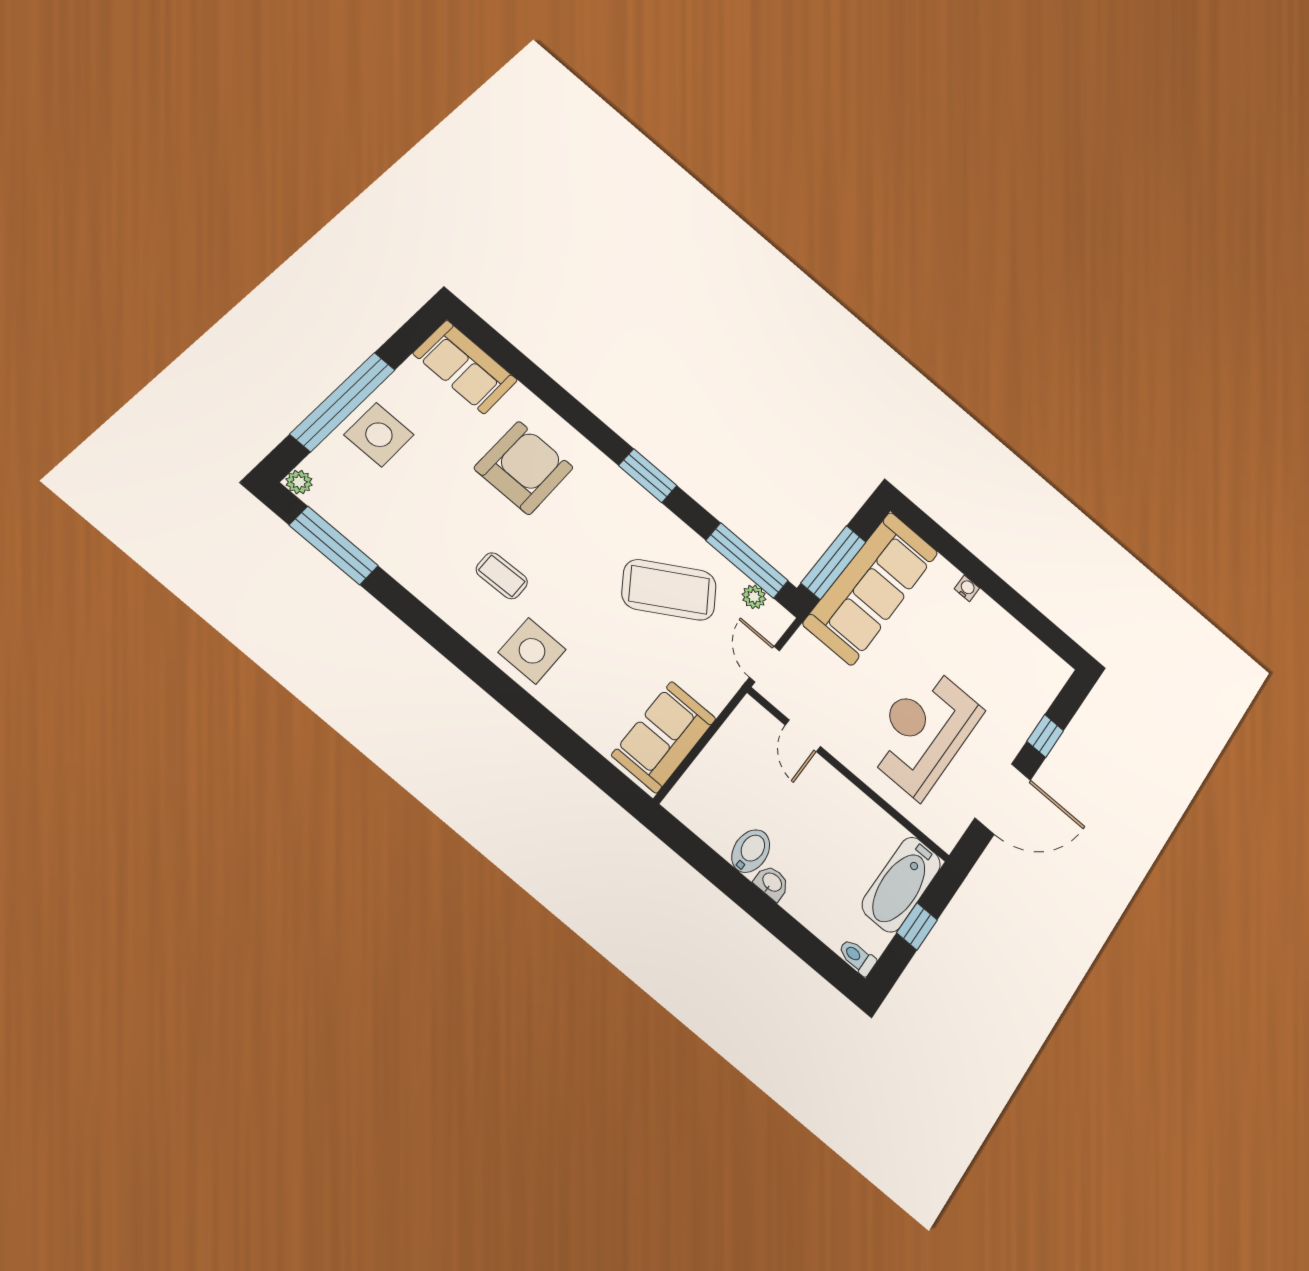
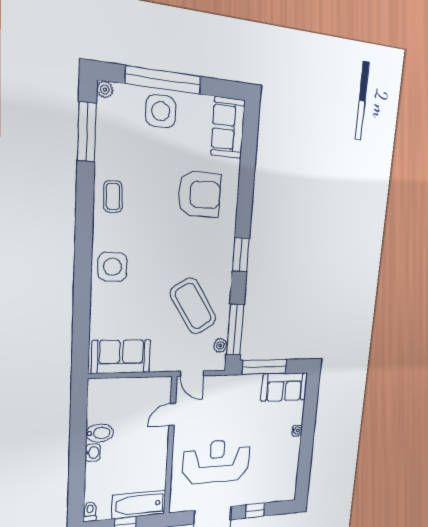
coffee table: (502, 576) -> (113, 196), moved
sofa: (871, 588) -> (285, 387), width x0.54, depth x0.79
door: (765, 664) -> (192, 374), swing flipped

